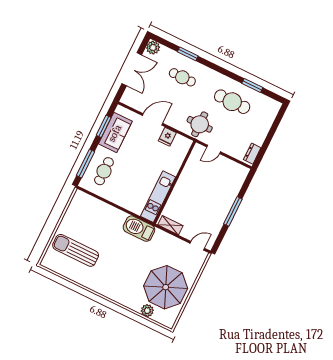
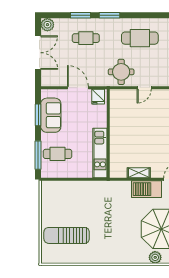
window: (252, 85) -> (109, 15), moved
door: (153, 119) -> (78, 88), hinge flipped
cafe table: (104, 171) -> (57, 154), turned 90
wall: (175, 182) -> (108, 133), moved
kitchen unit: (158, 197) -> (100, 153), moved
barbecue: (139, 229) -> (146, 189), moved

